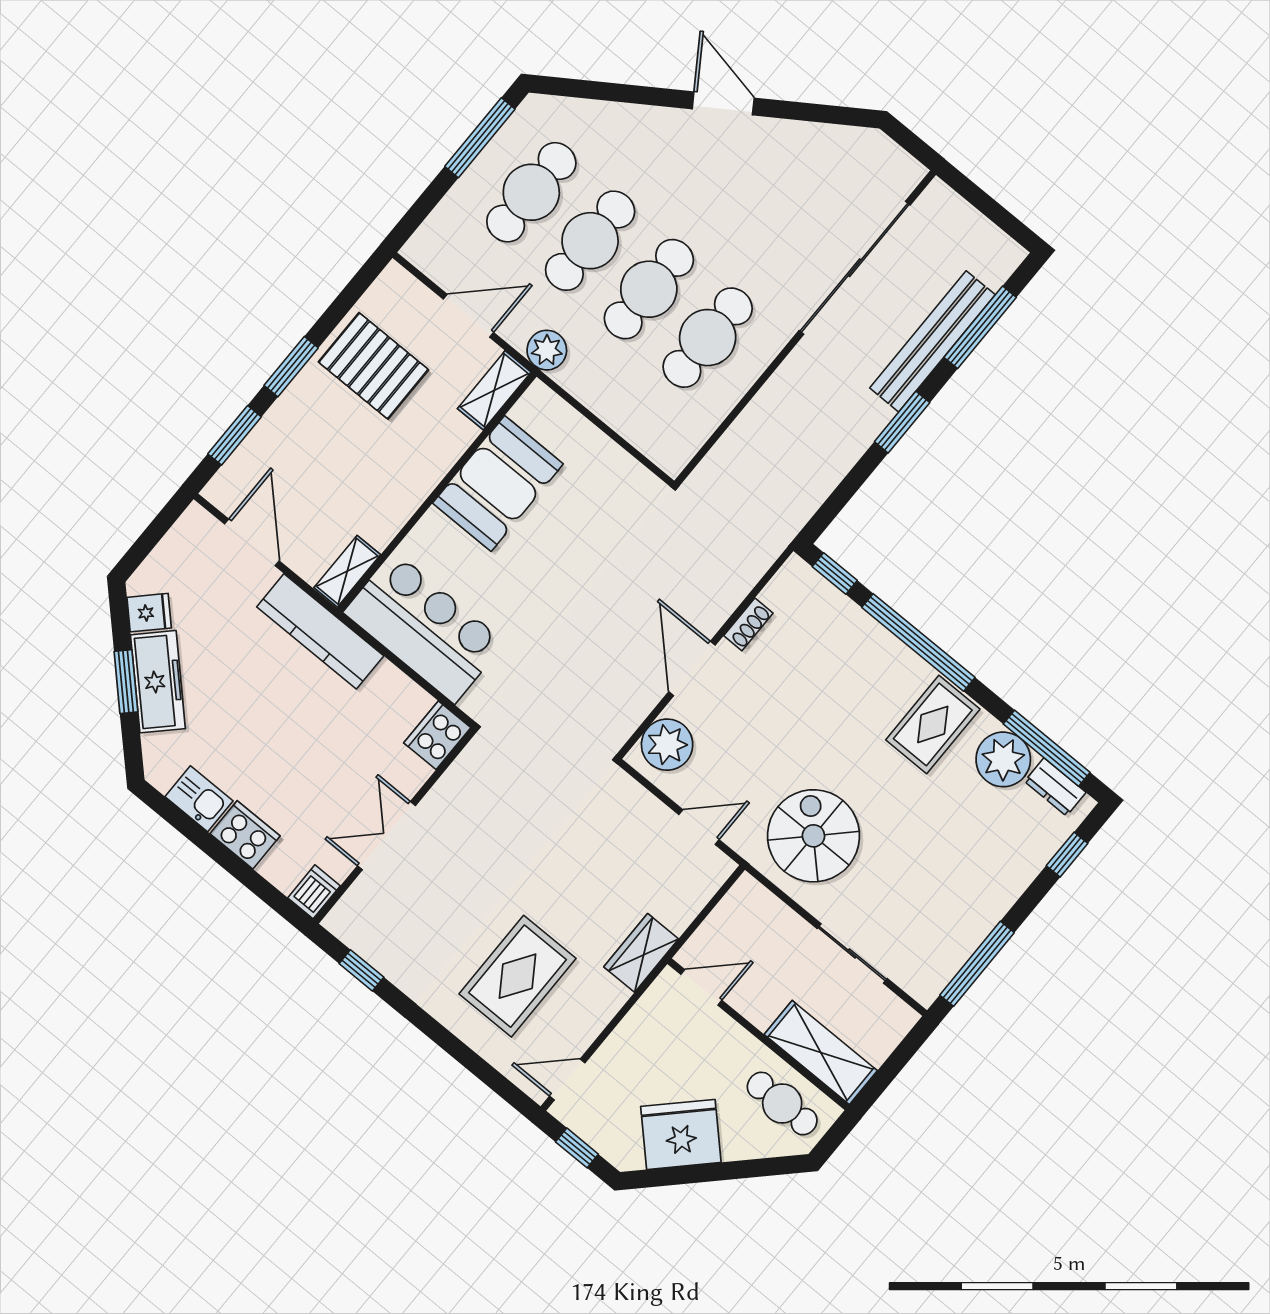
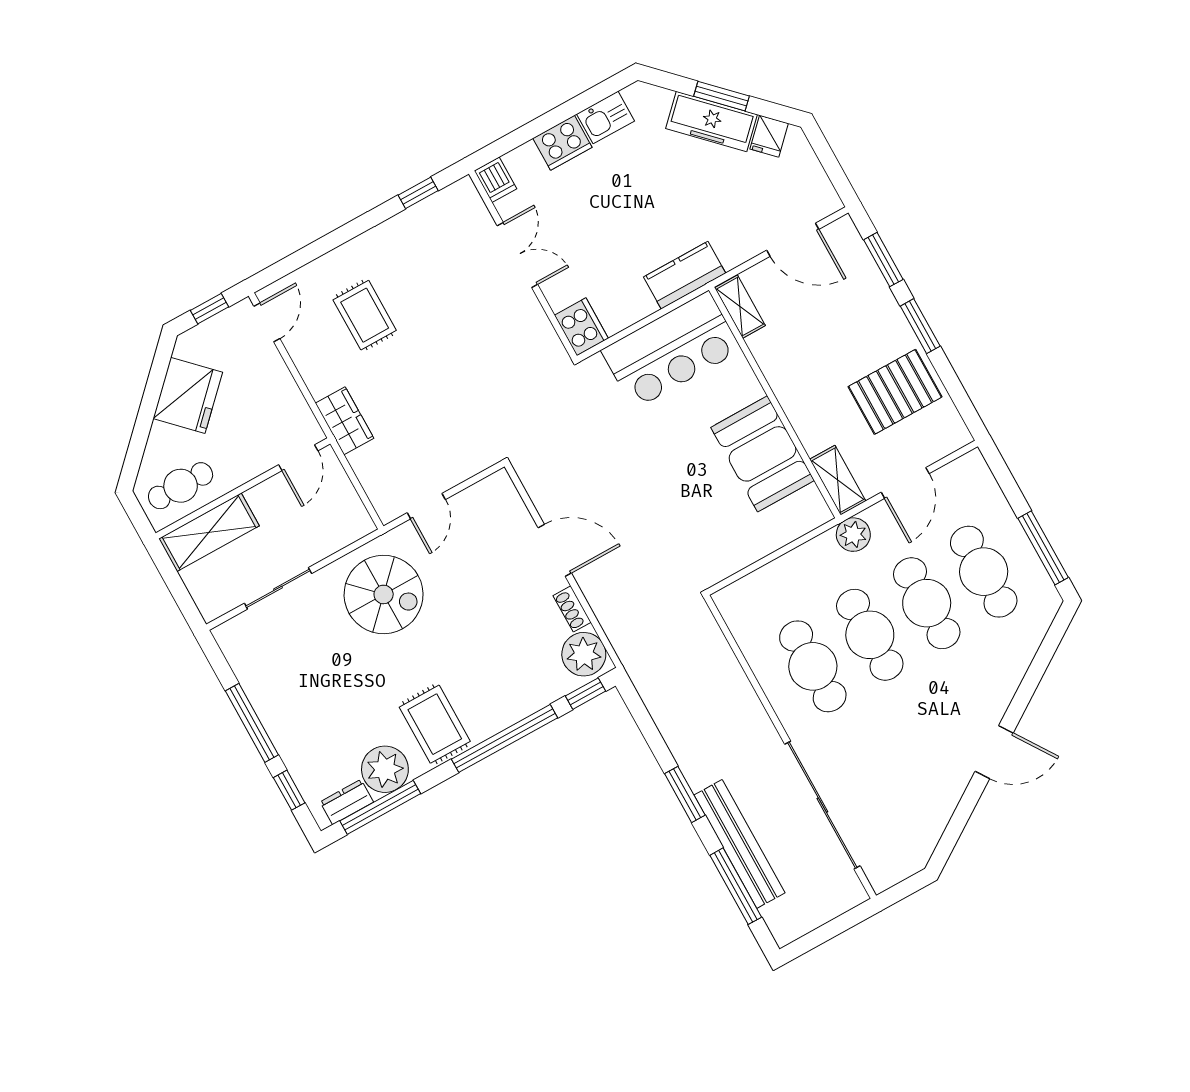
kitchen counter: (320, 631) -> (685, 275), width x0.67
plant: (667, 745) -> (584, 654), moved
window: (977, 964) -> (252, 723), moved
rug: (518, 976) -> (365, 315), width x0.73, depth x0.70

